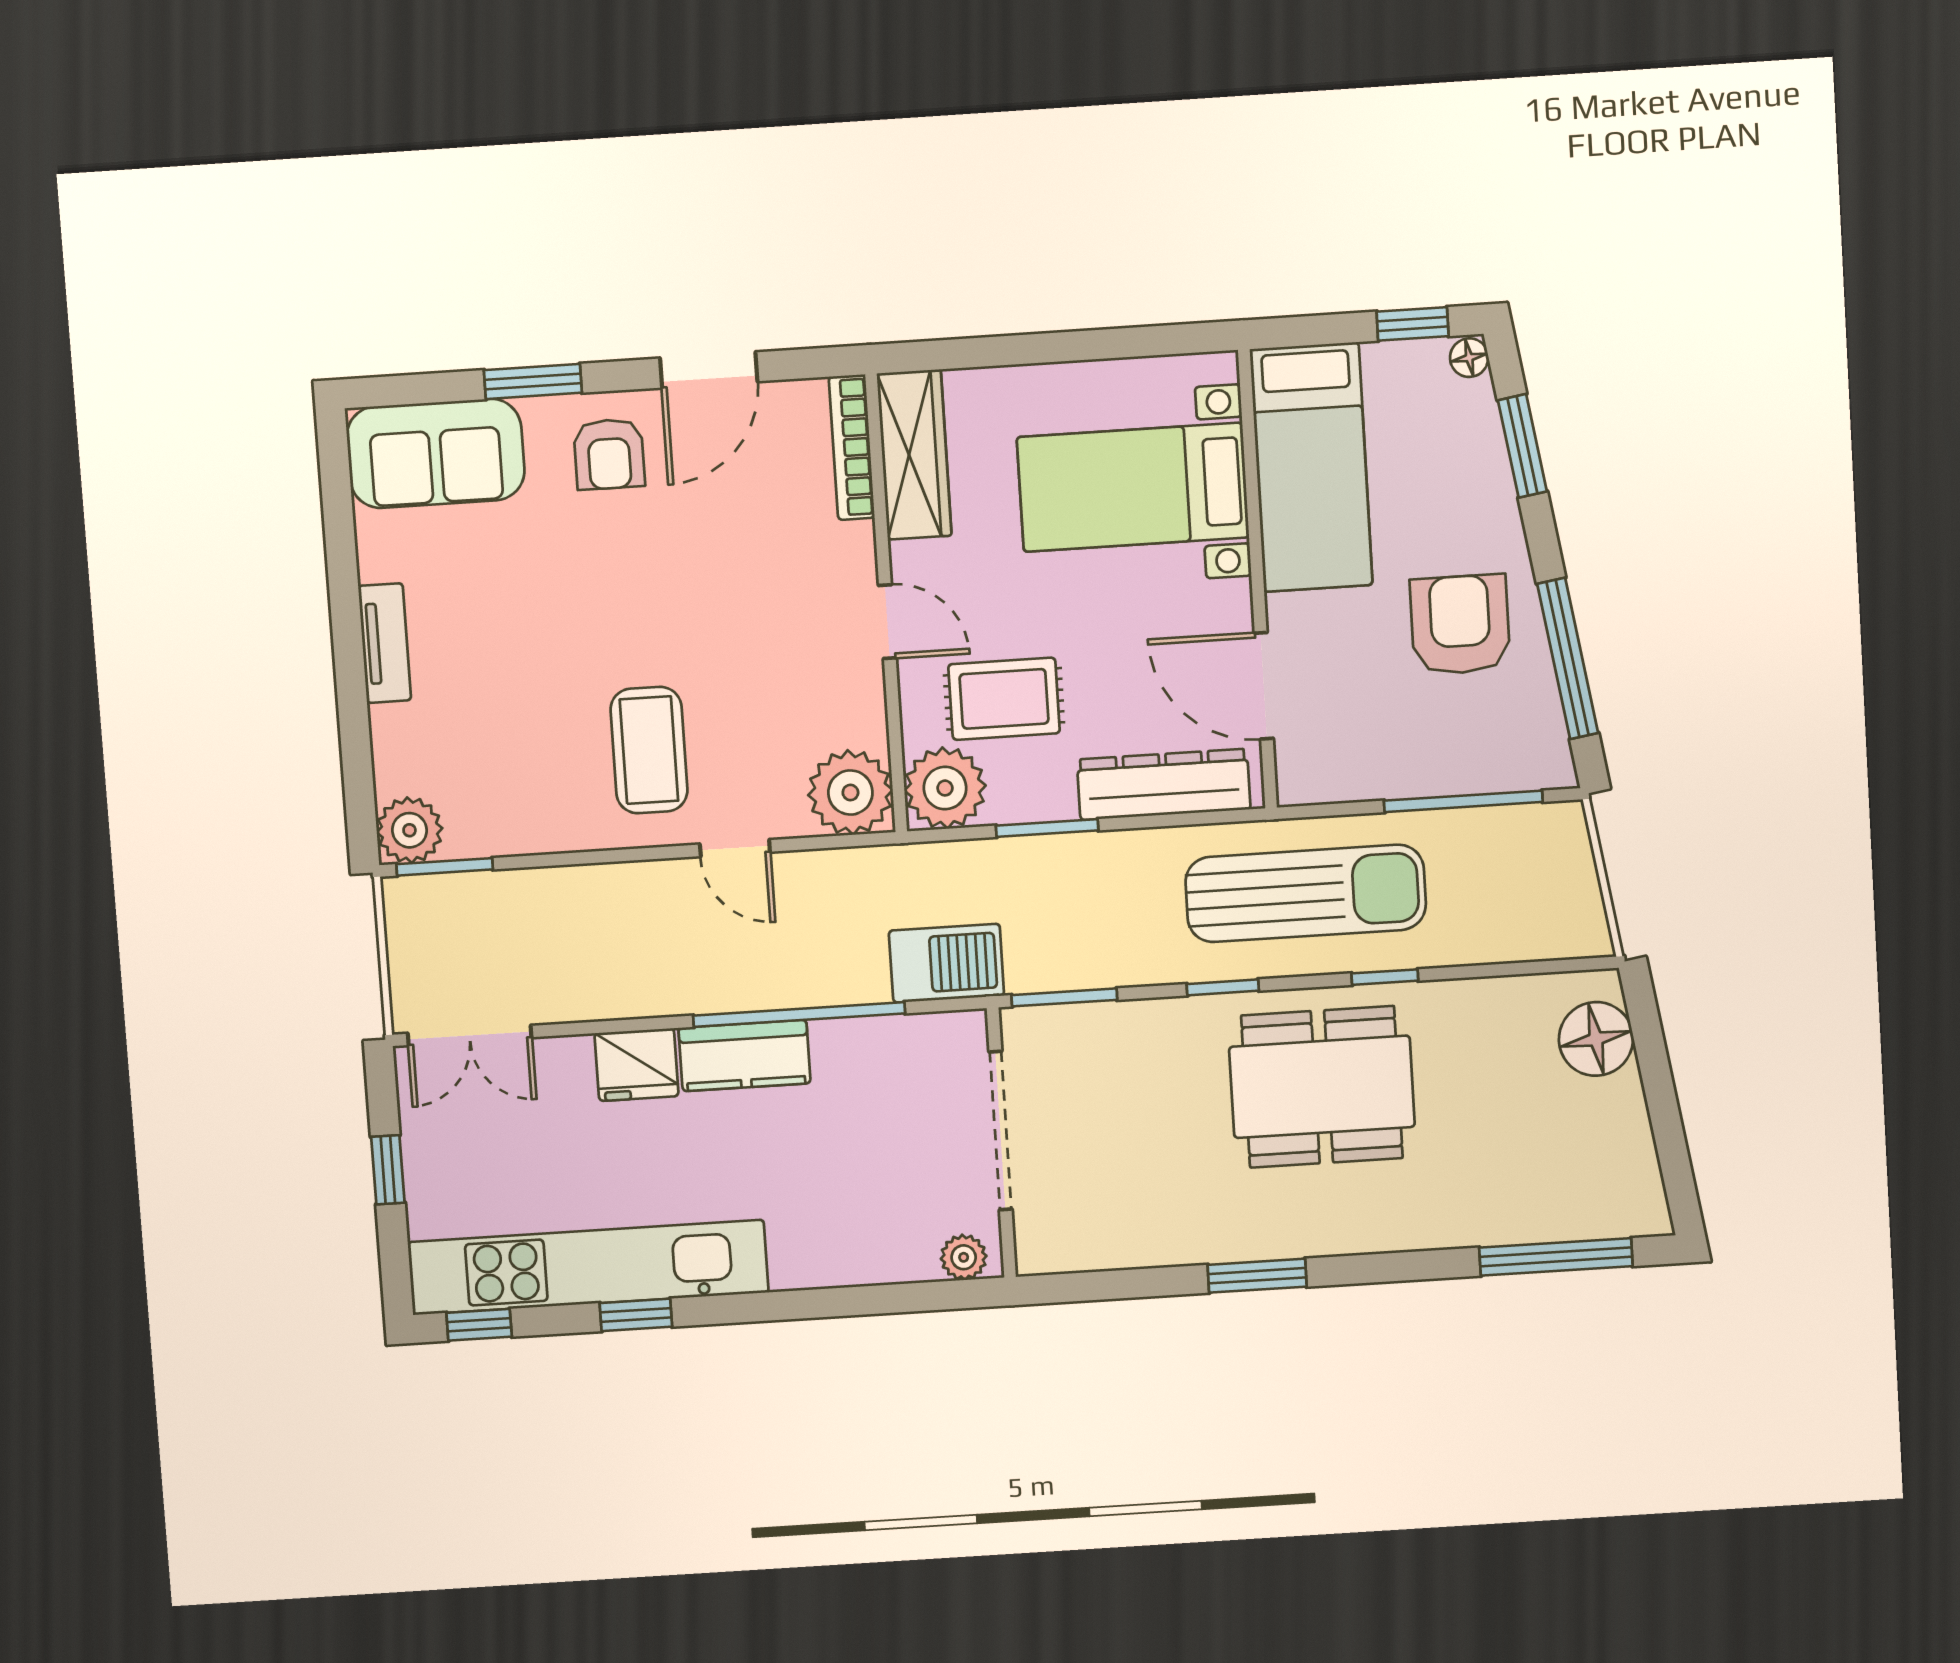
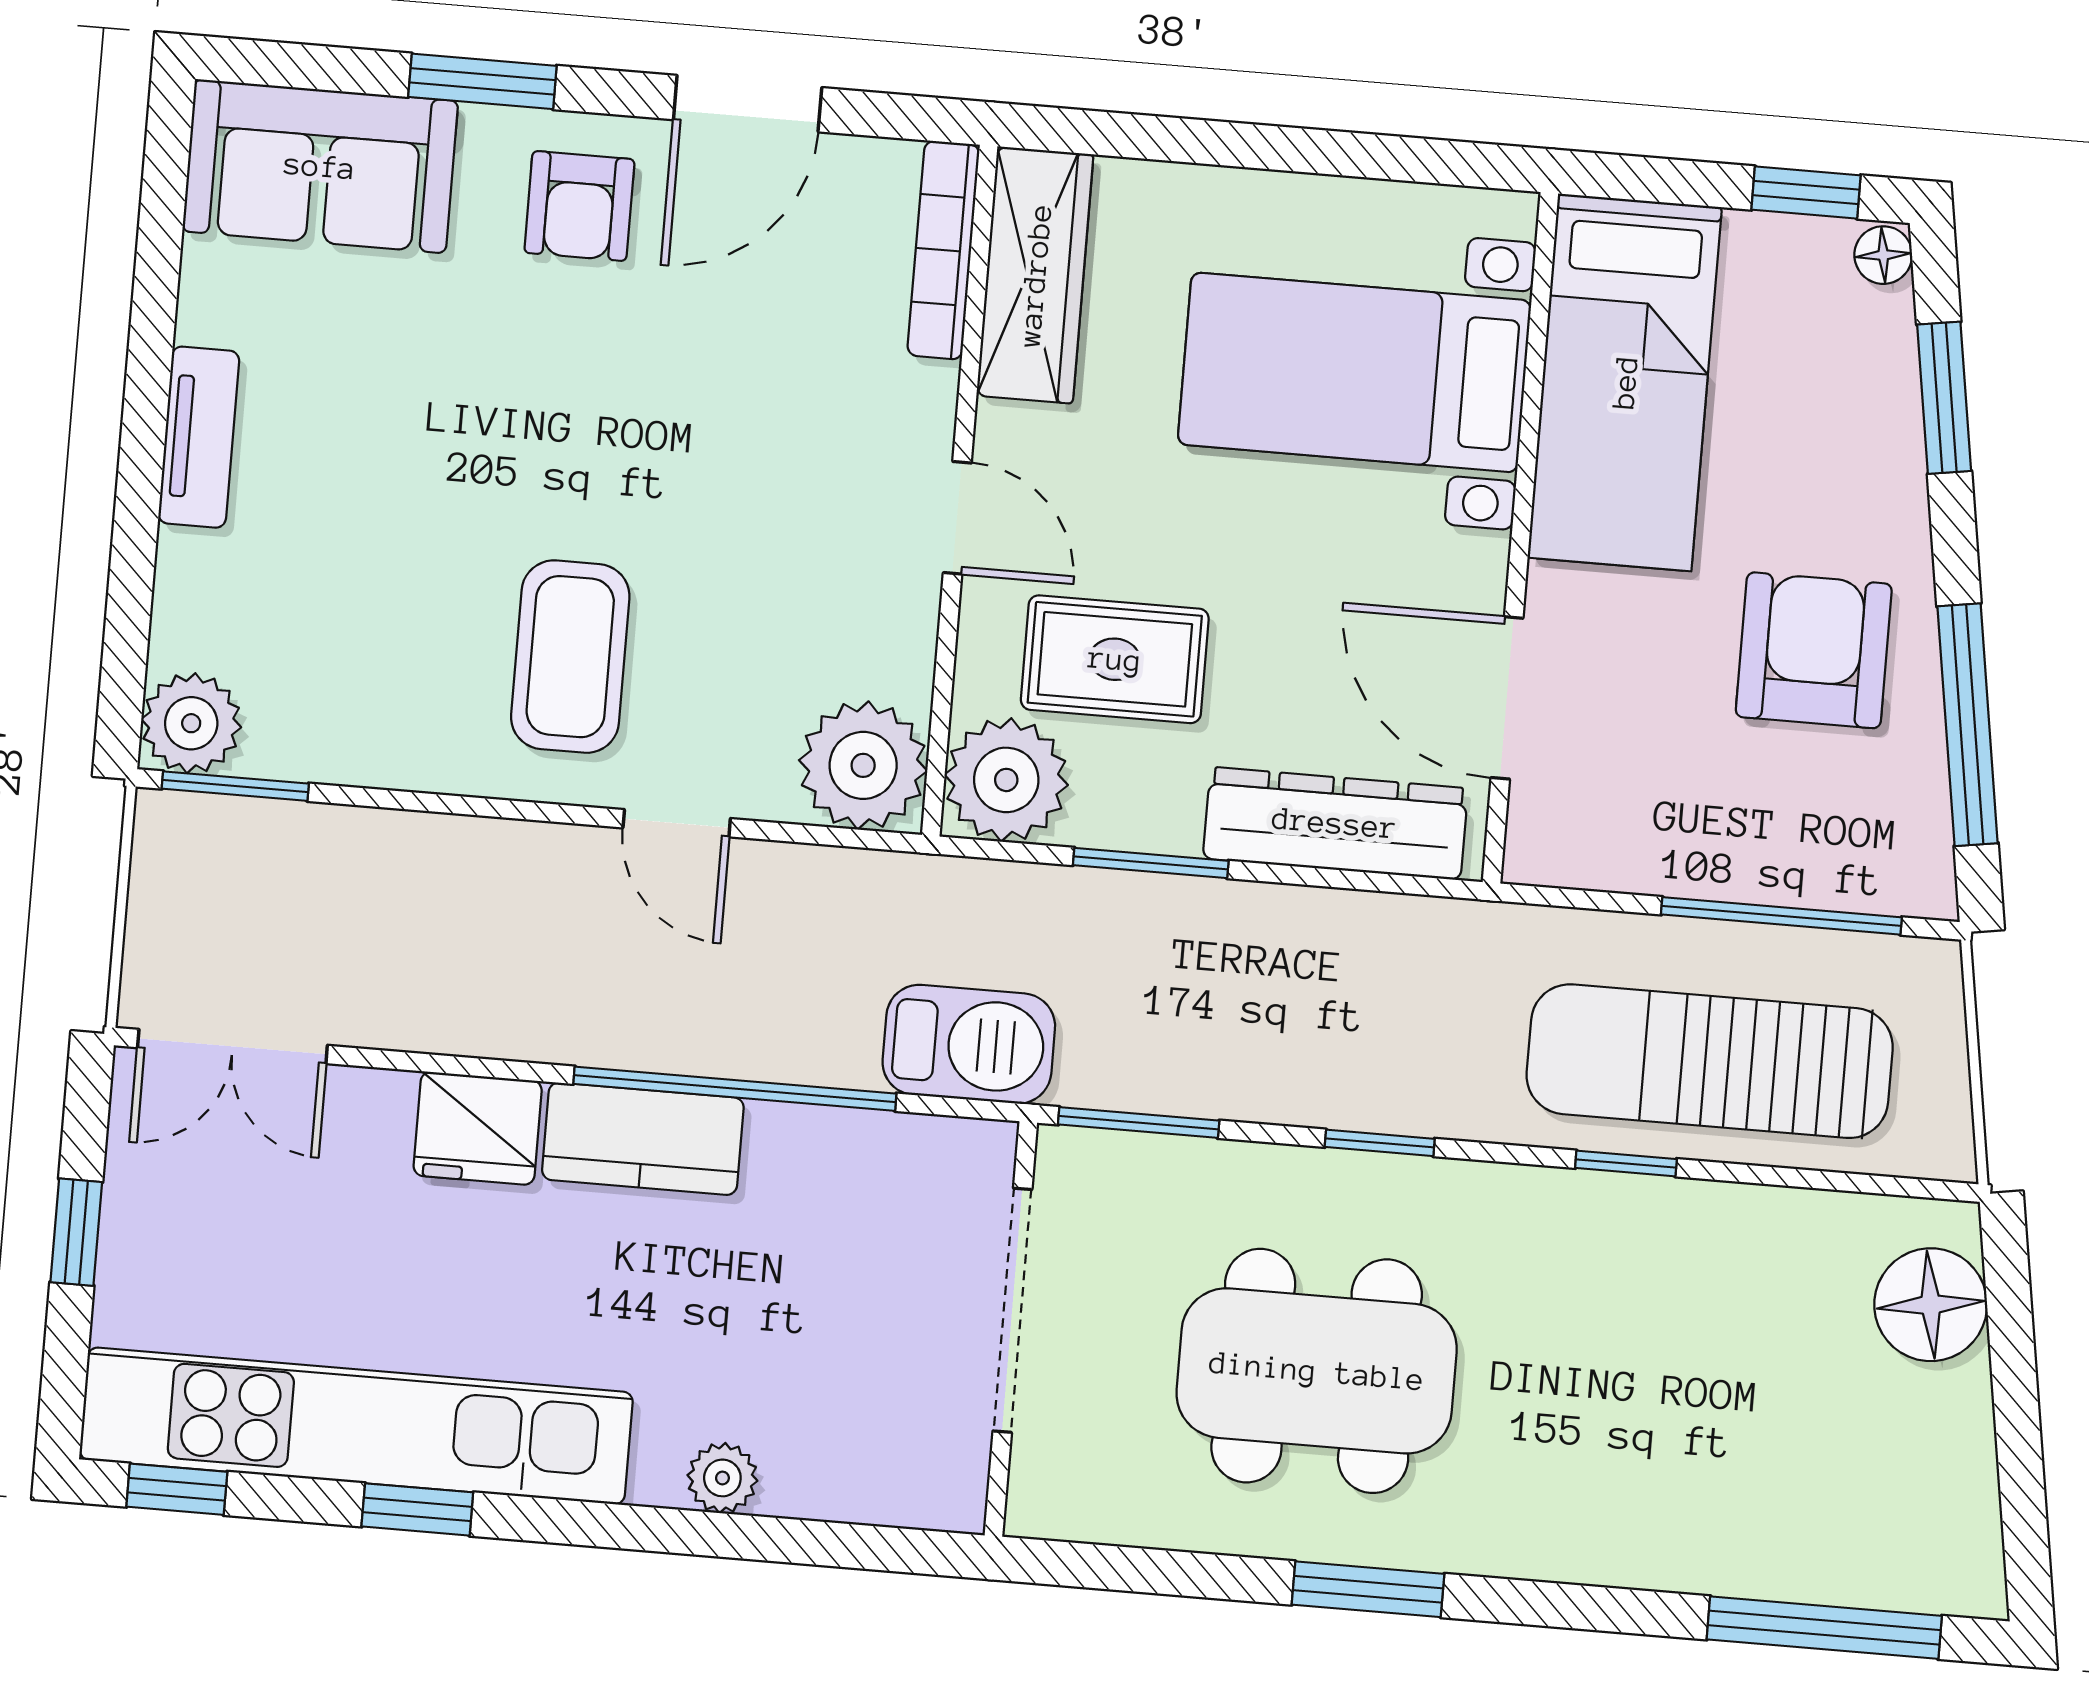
sun lounger: (1306, 893) -> (1710, 1061), moved, turned 180
dining table: (1322, 1087) -> (1317, 1371), moved
plant: (964, 1257) -> (722, 1478), moved

